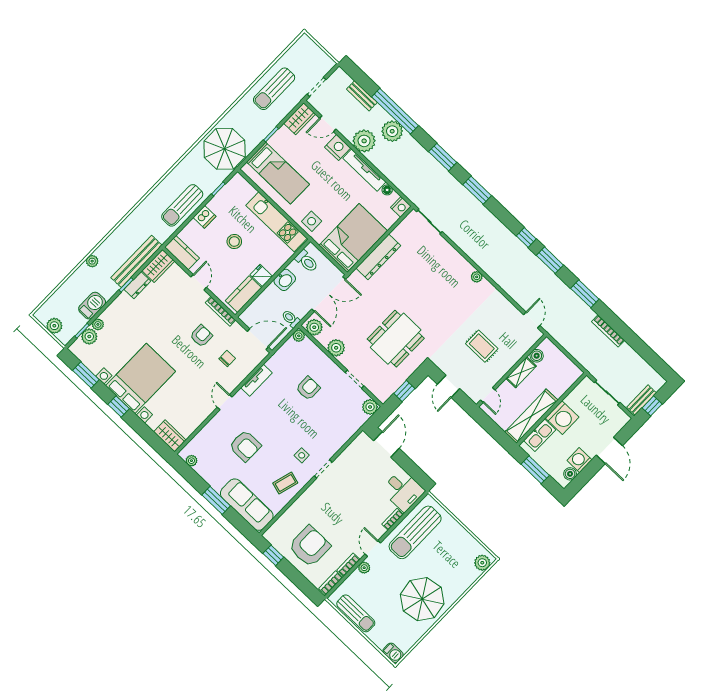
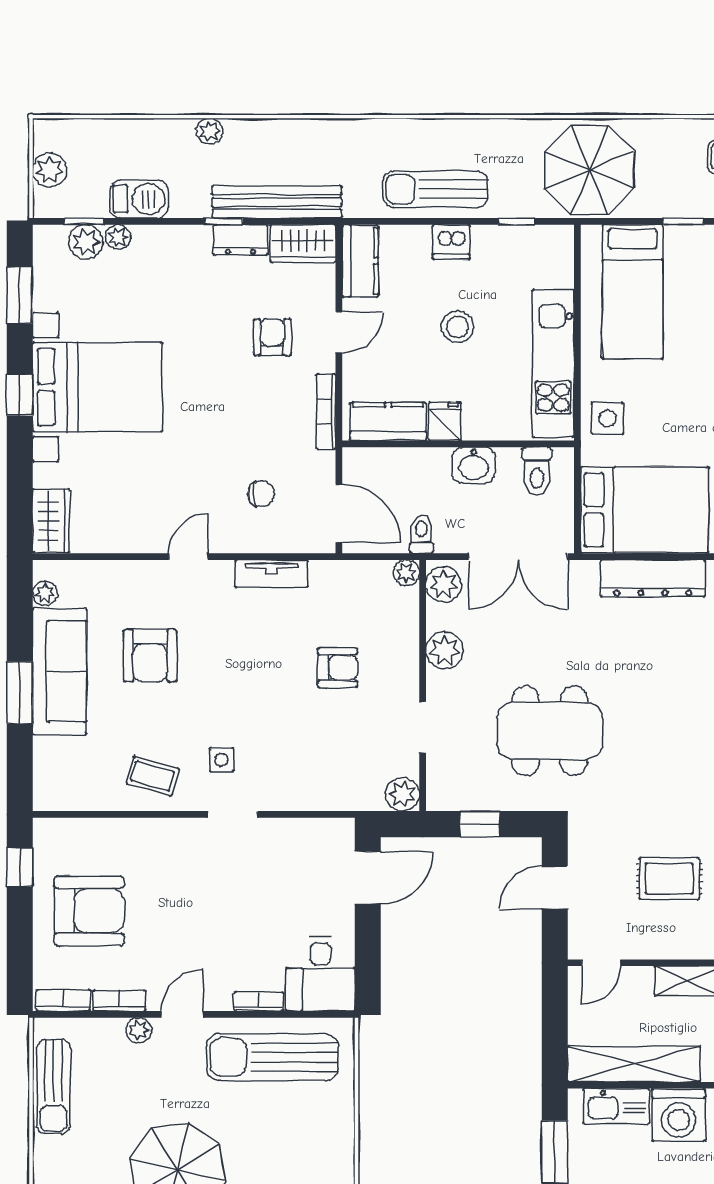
armchair: (201, 336) -> (272, 337), moved, turned -90
rug: (482, 346) -> (669, 879), turned 90
sofa: (247, 505) -> (60, 671), moved

